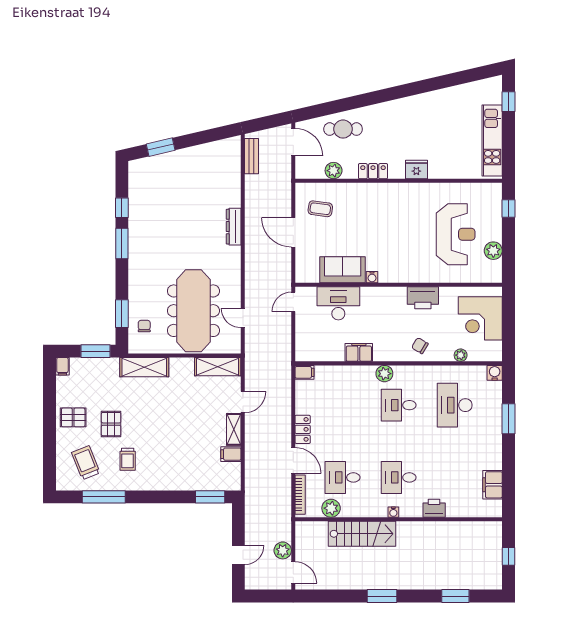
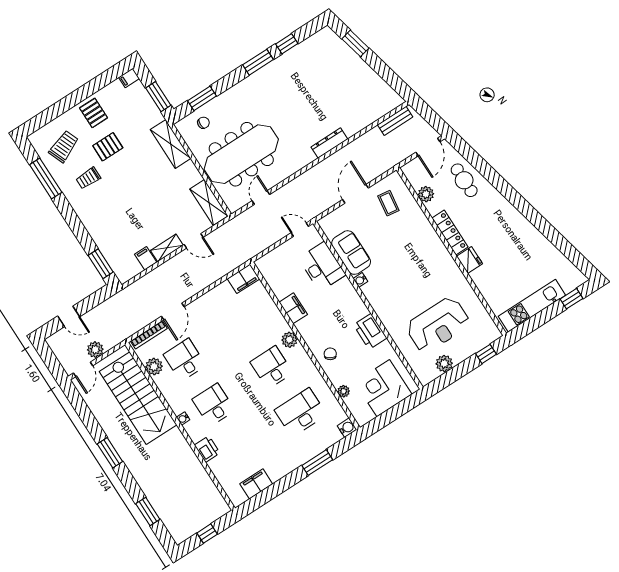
locker: (373, 171) -> (450, 233), width x1.53
filing cabinet: (305, 372) -> (243, 279), width x2.00
locker: (303, 429) -> (203, 303), removed
stairs: (362, 534) -> (138, 398), width x1.36, depth x1.51

